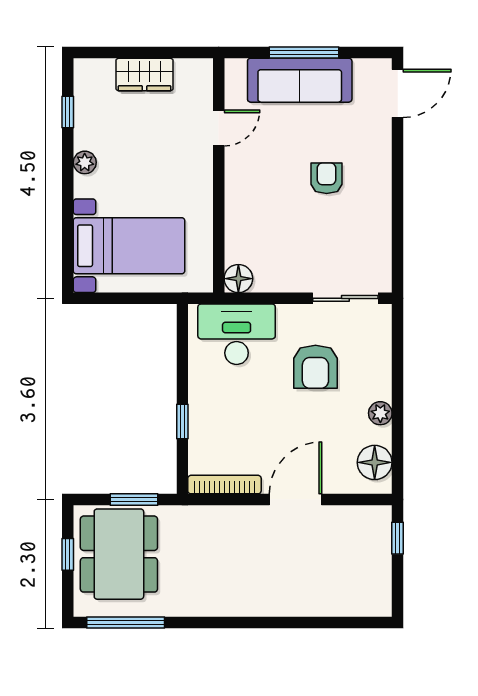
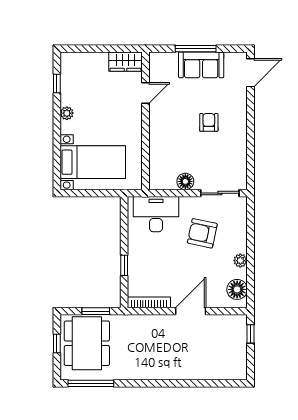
wardrobe: (145, 74) -> (125, 62), moved
sofa: (300, 80) -> (201, 65), width x0.73
floor lamp: (238, 279) -> (185, 181), moved
armchair: (315, 367) -> (202, 233), turned 102

